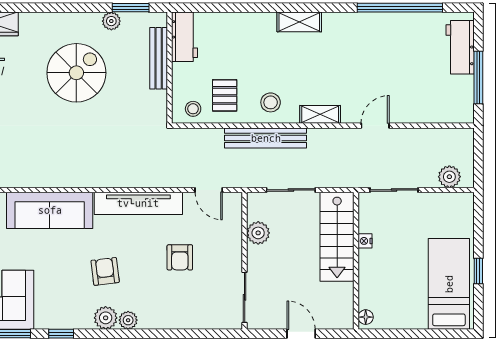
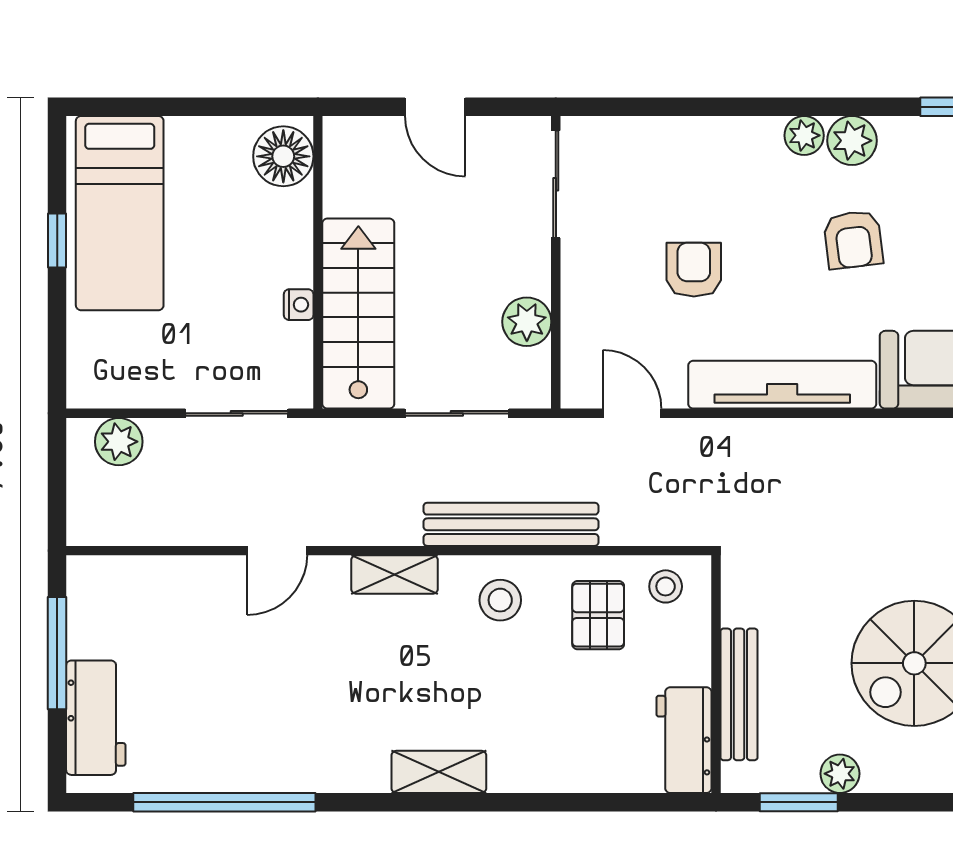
floor lamp: (366, 317) -> (283, 156), width x1.89, depth x1.89

